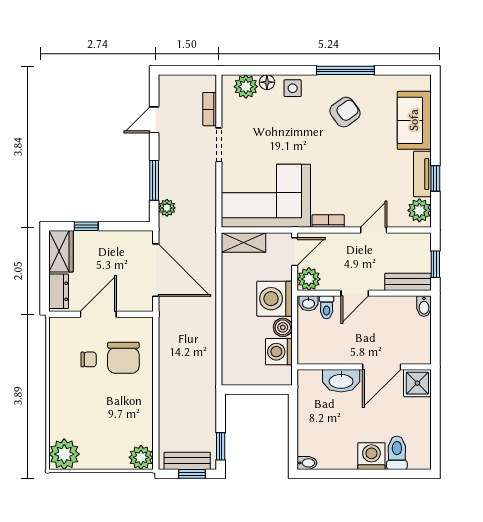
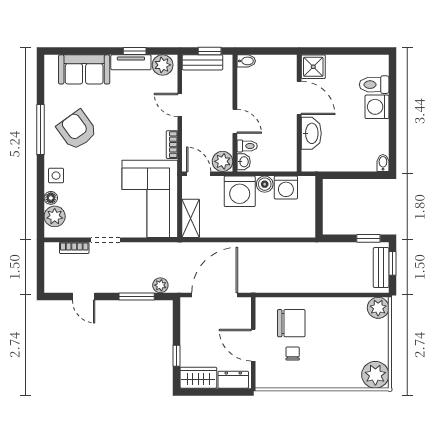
armchair: (345, 112) -> (77, 130), width x1.38, depth x1.38
bench: (408, 282) -> (202, 62), moved, turned 90

